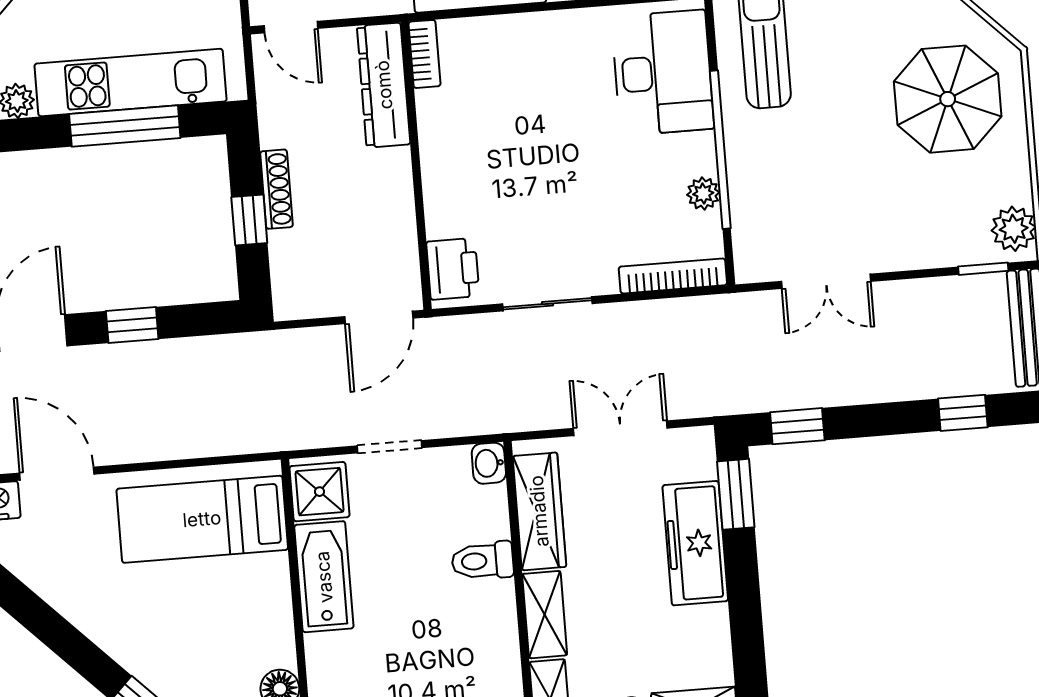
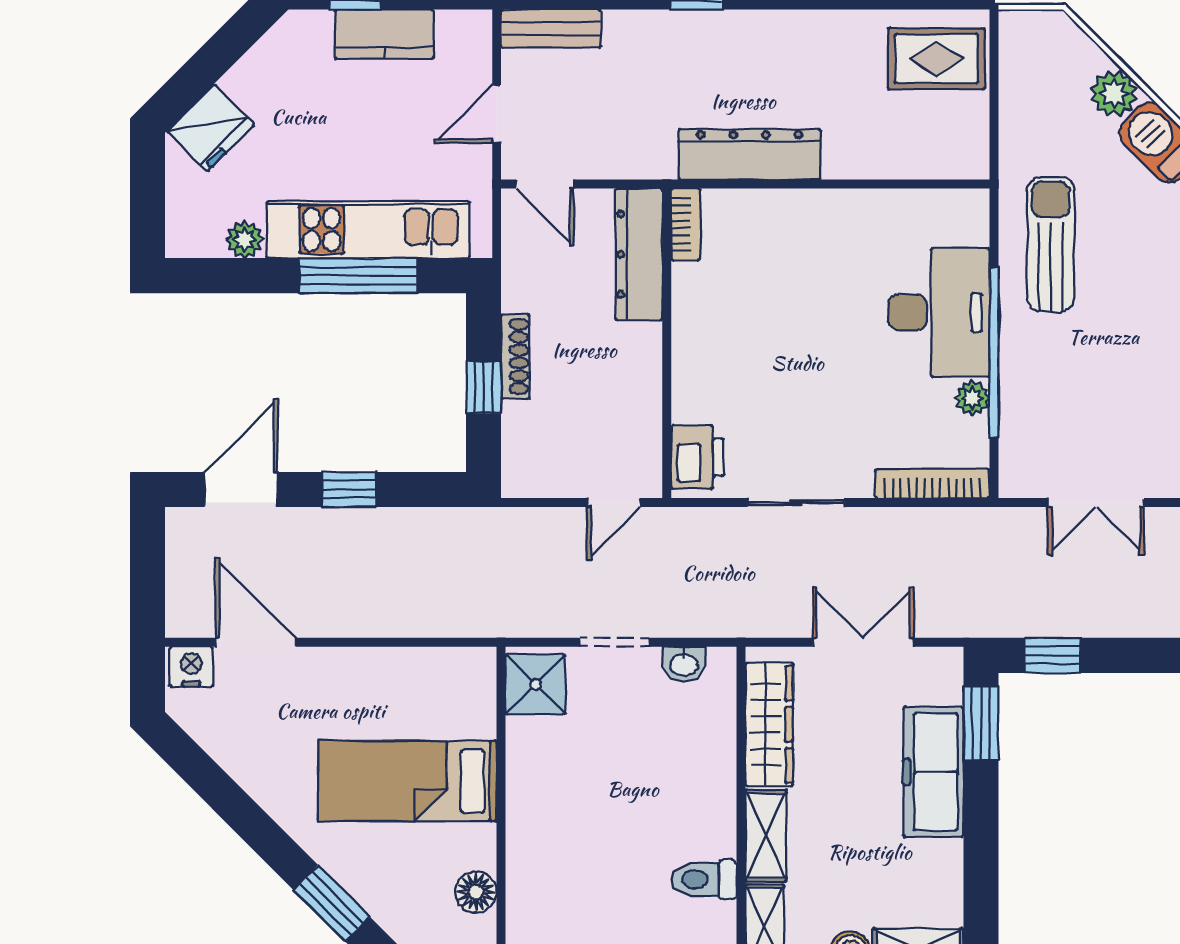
desk: (663, 73) -> (939, 312), moved
door: (379, 317) -> (614, 503), width x0.73
washbasin: (489, 463) -> (684, 664), moved, turned -90
bed: (202, 519) -> (407, 781), moved
toilet: (483, 561) -> (704, 879), moved
bathtub: (324, 577) -> (533, 776), removed

